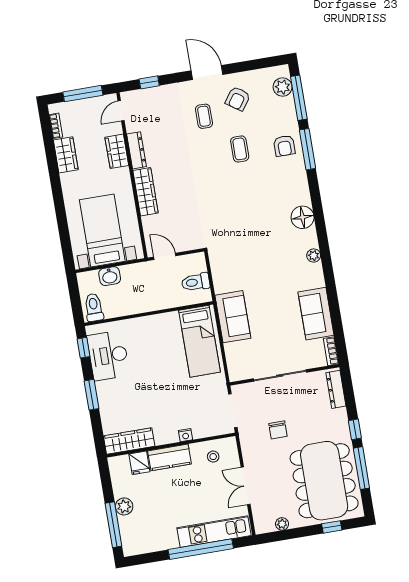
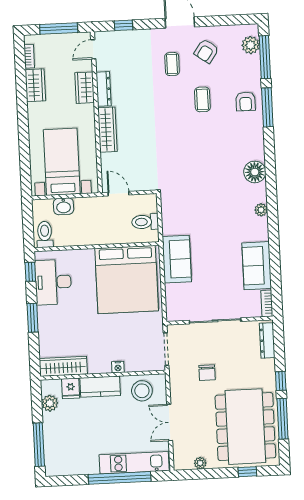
bed: (199, 341) -> (127, 280), width x2.04
stool: (213, 457) -> (142, 391), width x1.89, depth x1.89
plant: (124, 506) -> (50, 403), moved

